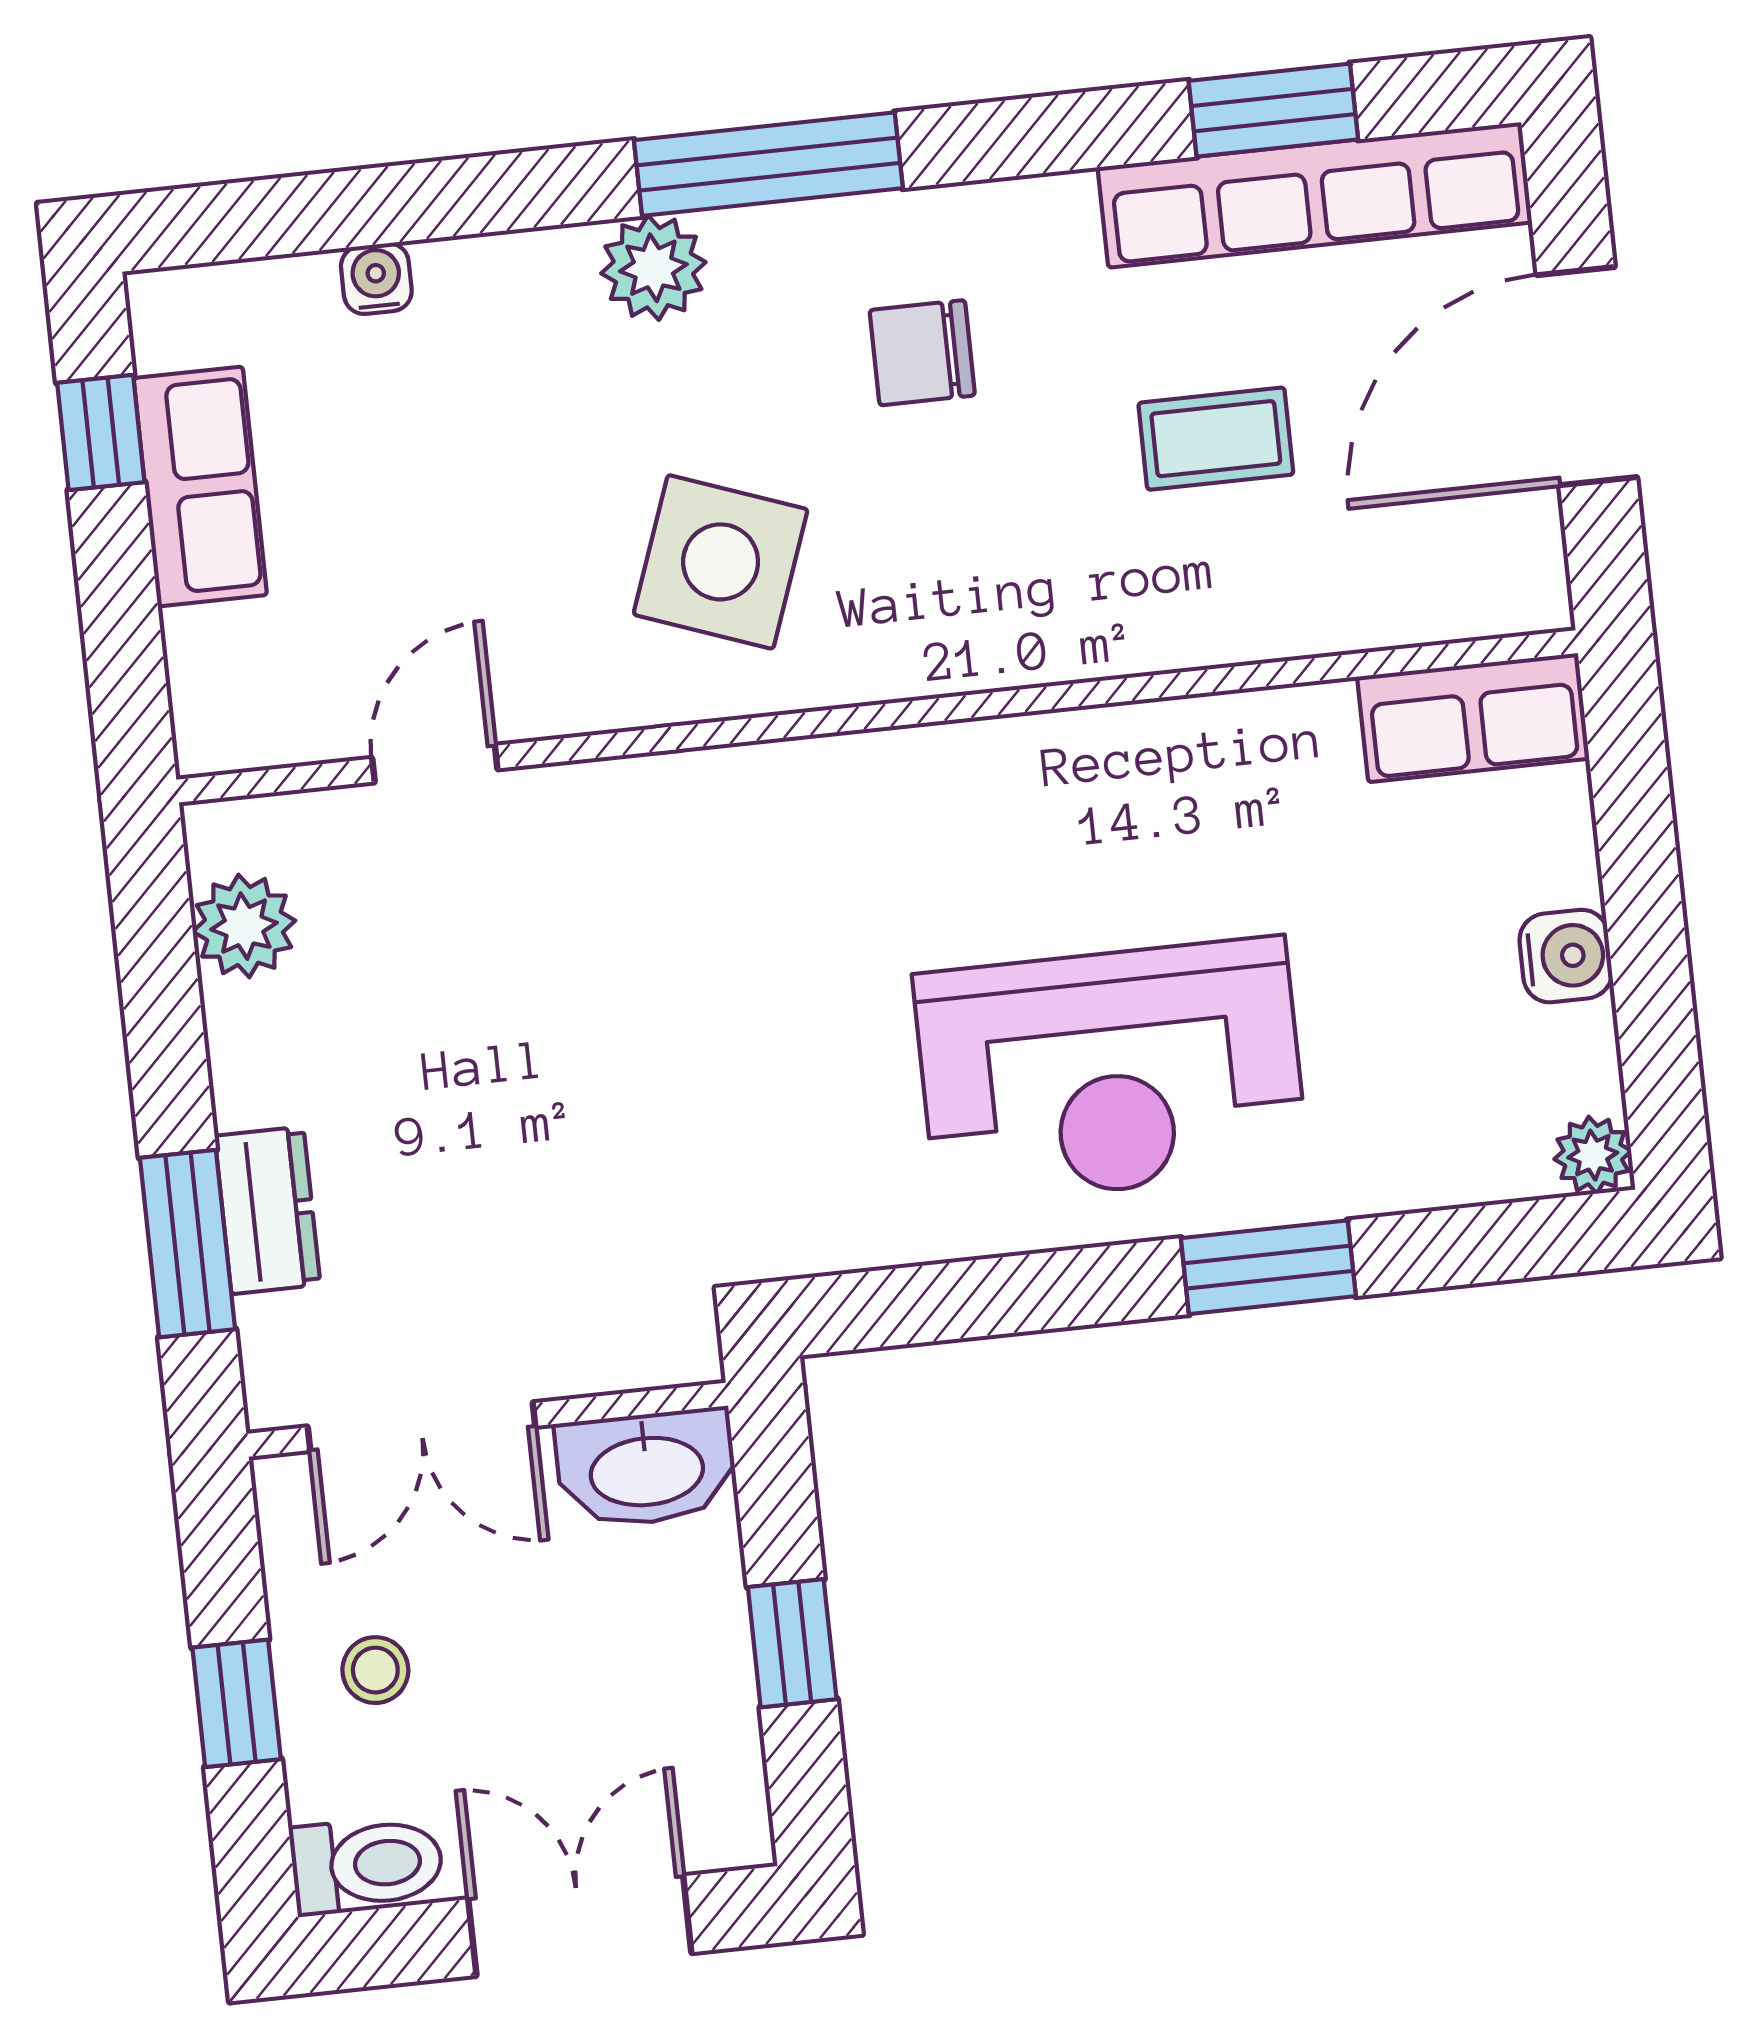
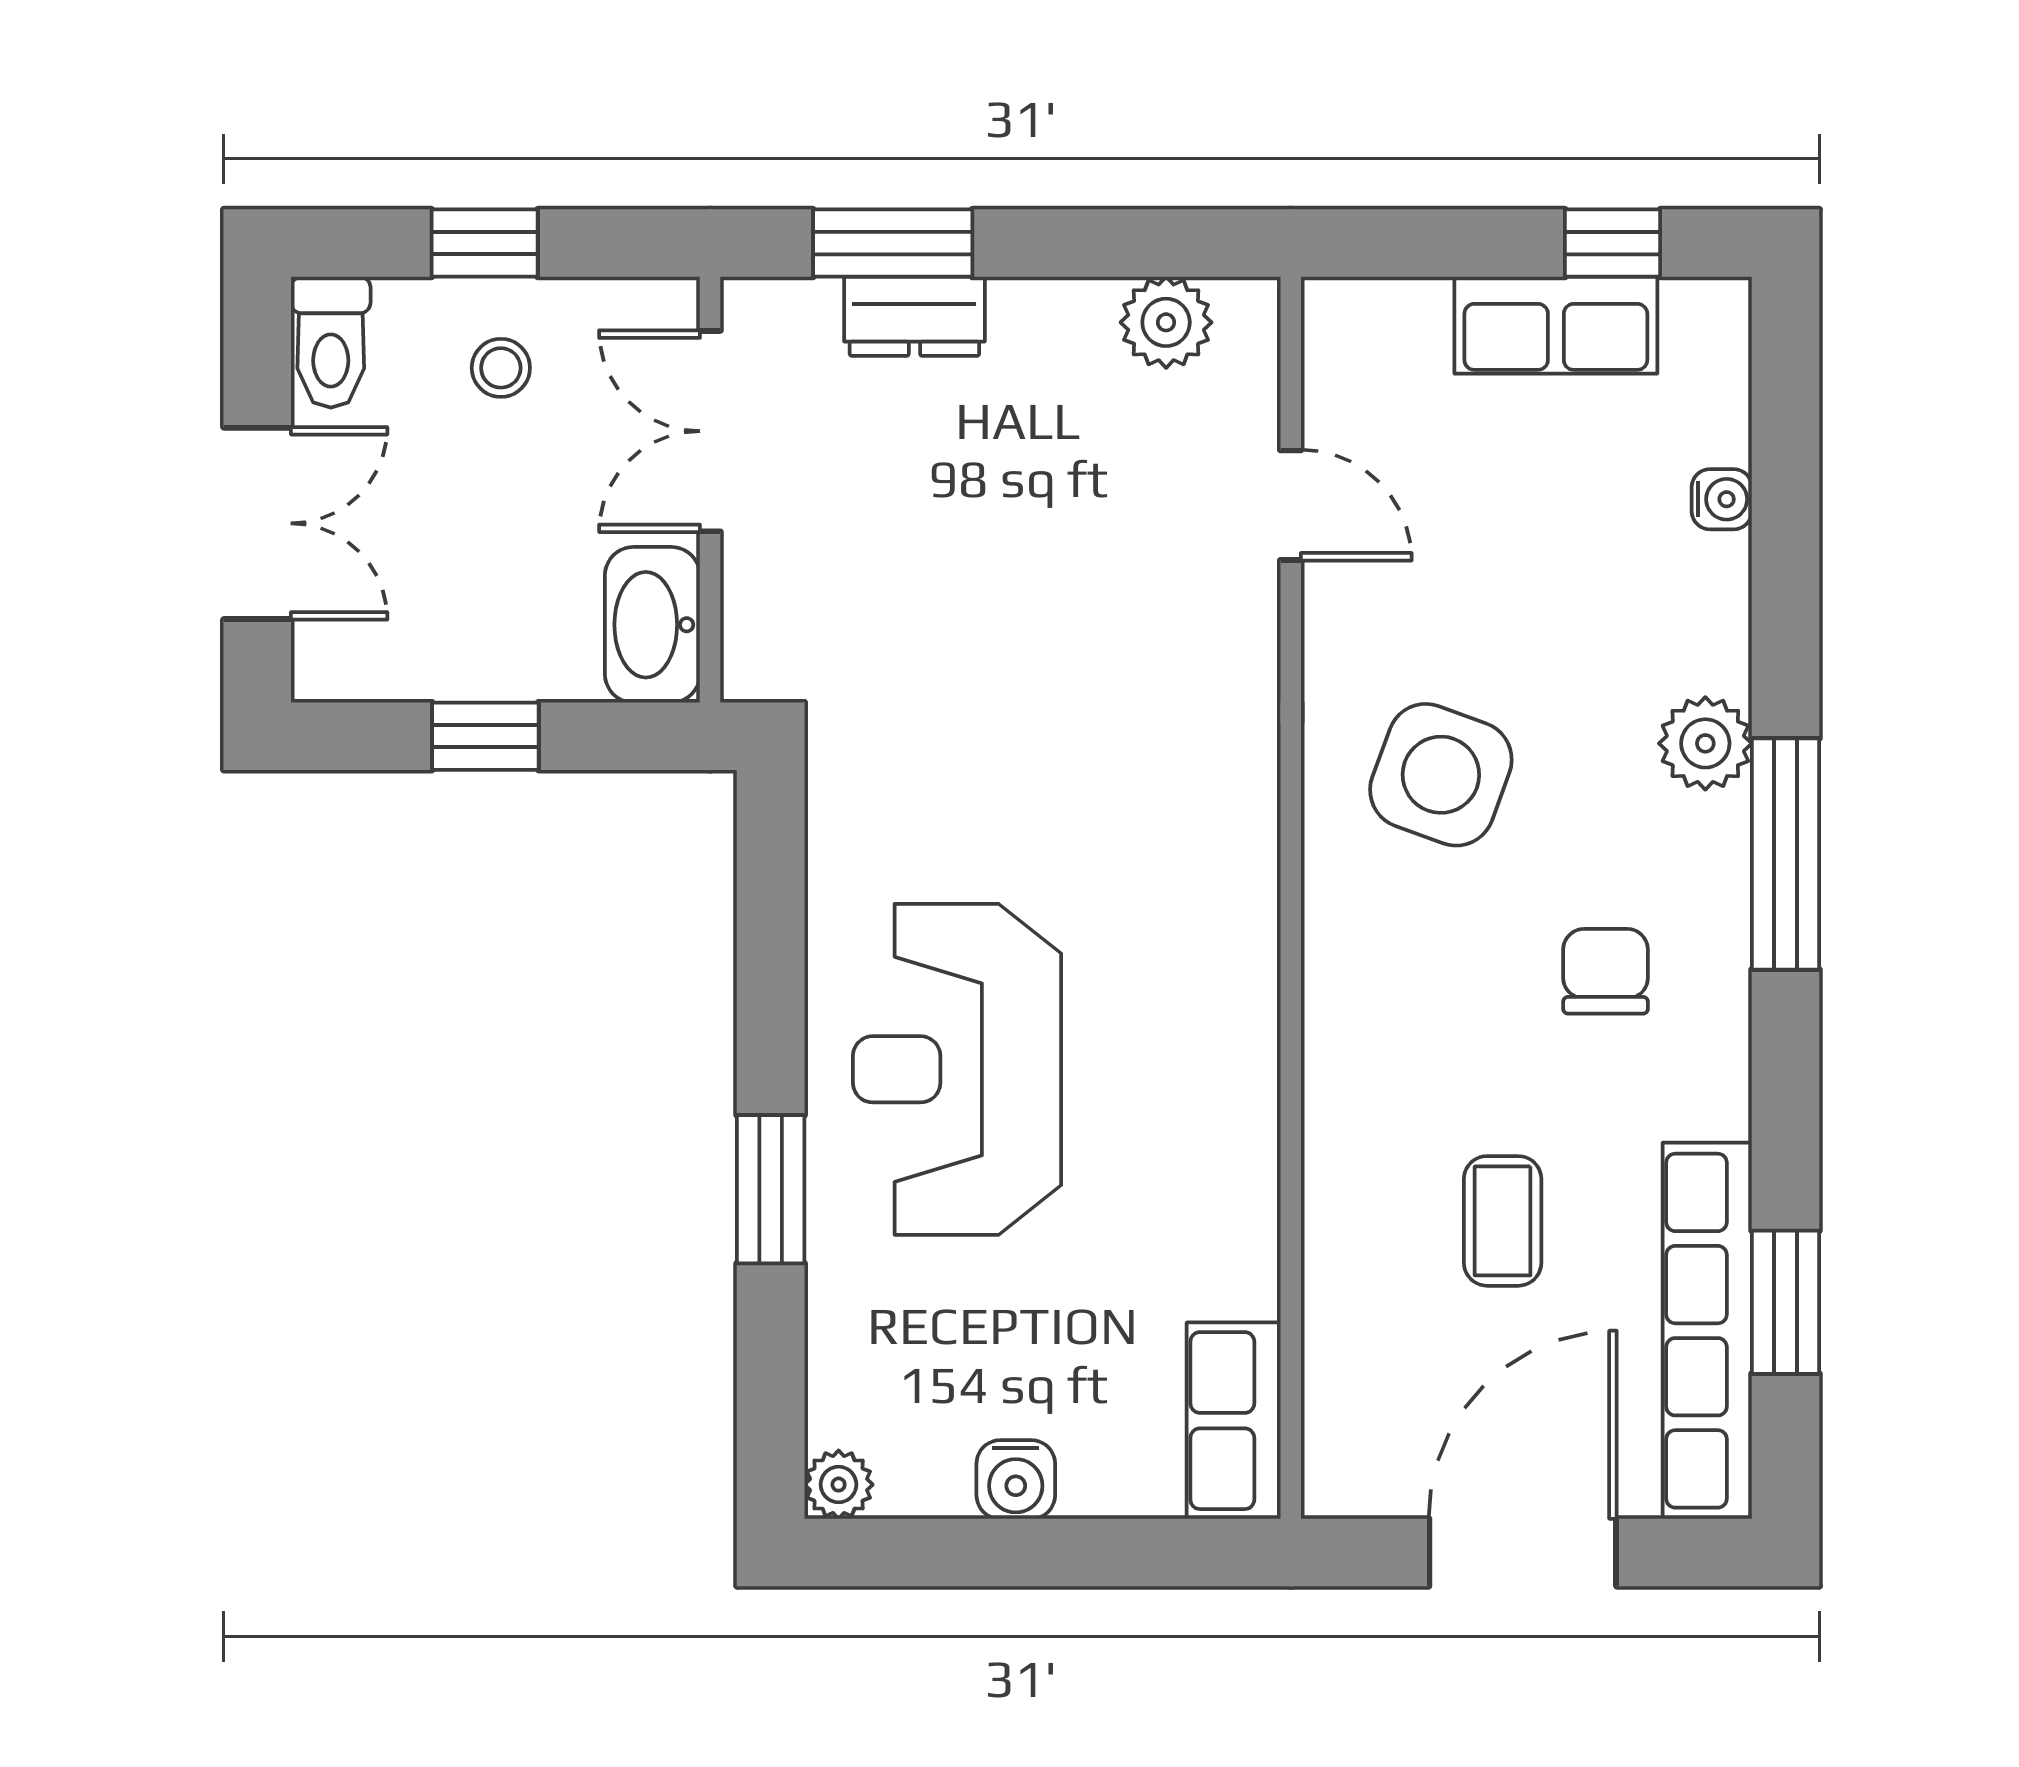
door: (1587, 376) -> (1523, 1552), hinge flipped

